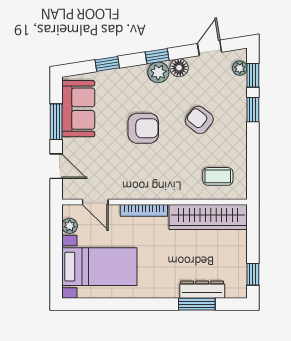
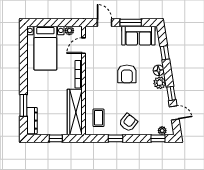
window: (157, 56) -> (171, 93), moved
floor lamp: (179, 68) -> (159, 70), moved
window: (253, 110) -> (115, 138), moved
armchair: (199, 120) -> (128, 122), moved
door: (56, 166) -> (104, 23), swing flipped
window: (253, 274) -> (56, 138), moved
dresser: (202, 290) -> (32, 121), moved

